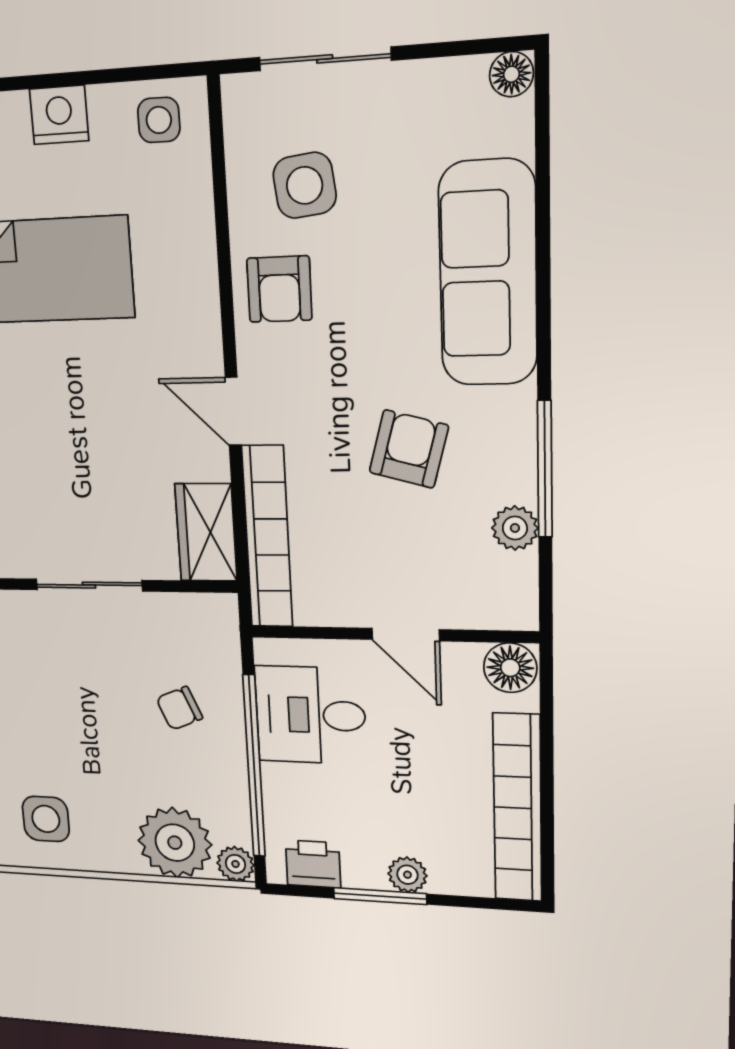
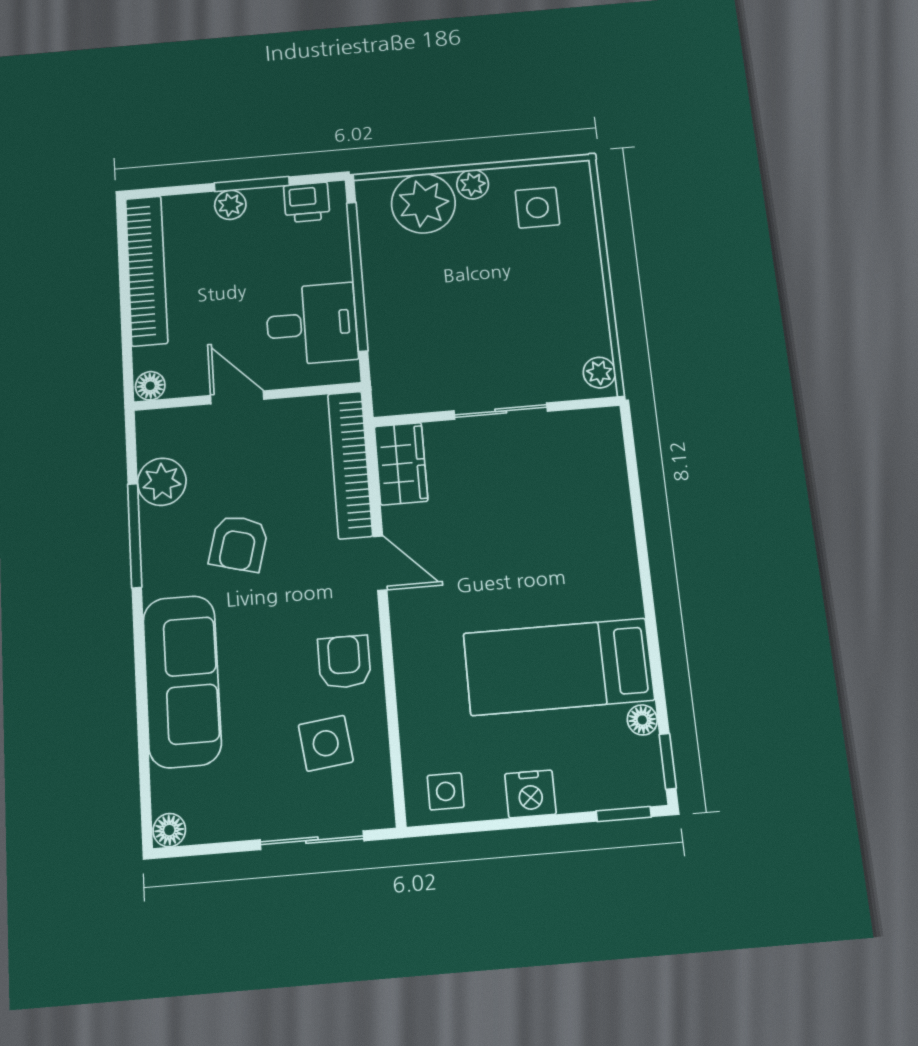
plant: (515, 528) -> (162, 482), width x1.38, depth x1.38
floor lamp: (510, 668) -> (150, 386), width x0.73, depth x0.73
chair: (179, 708) -> (421, 317), removed
plant: (235, 864) -> (473, 184), moved

